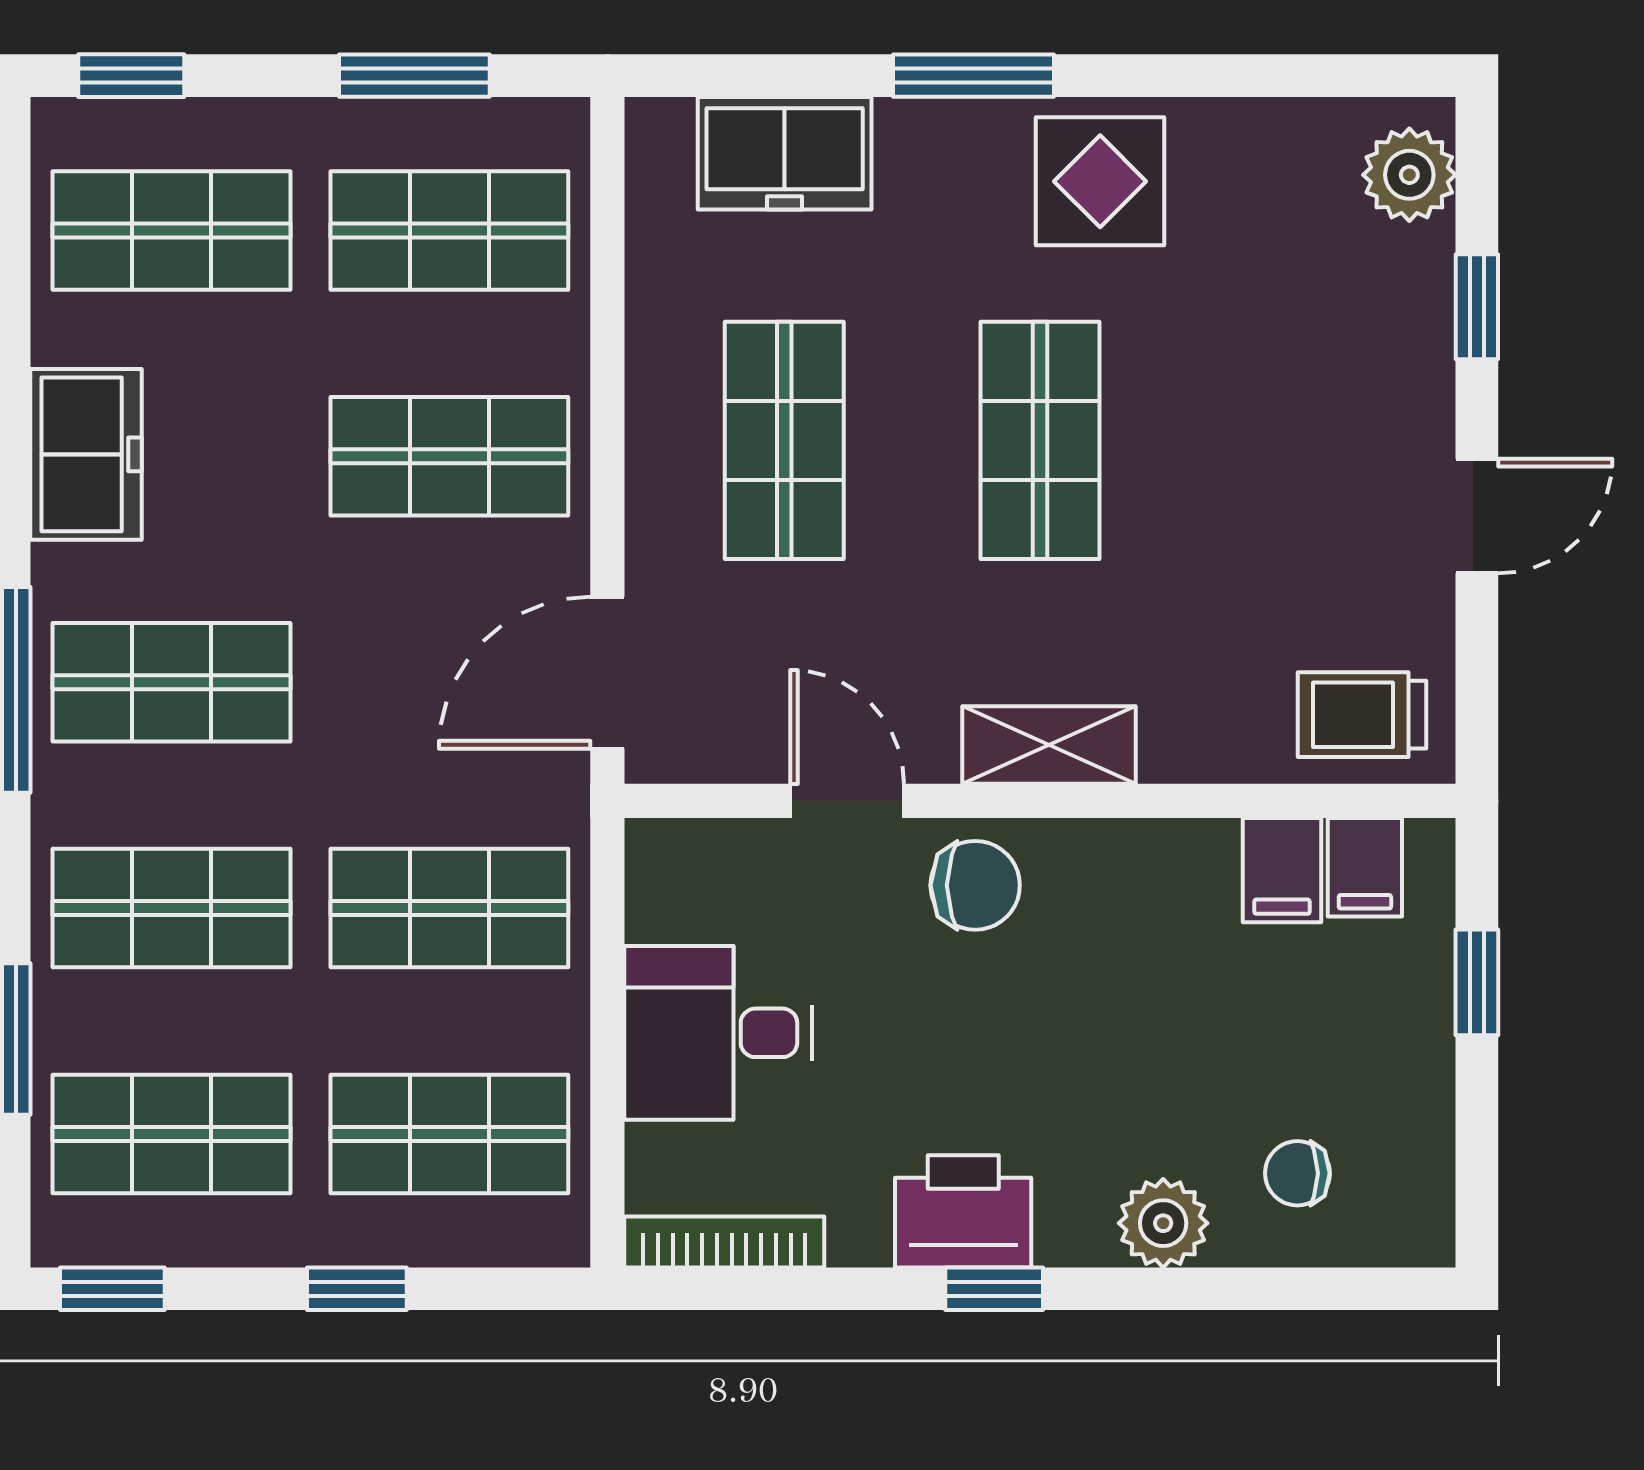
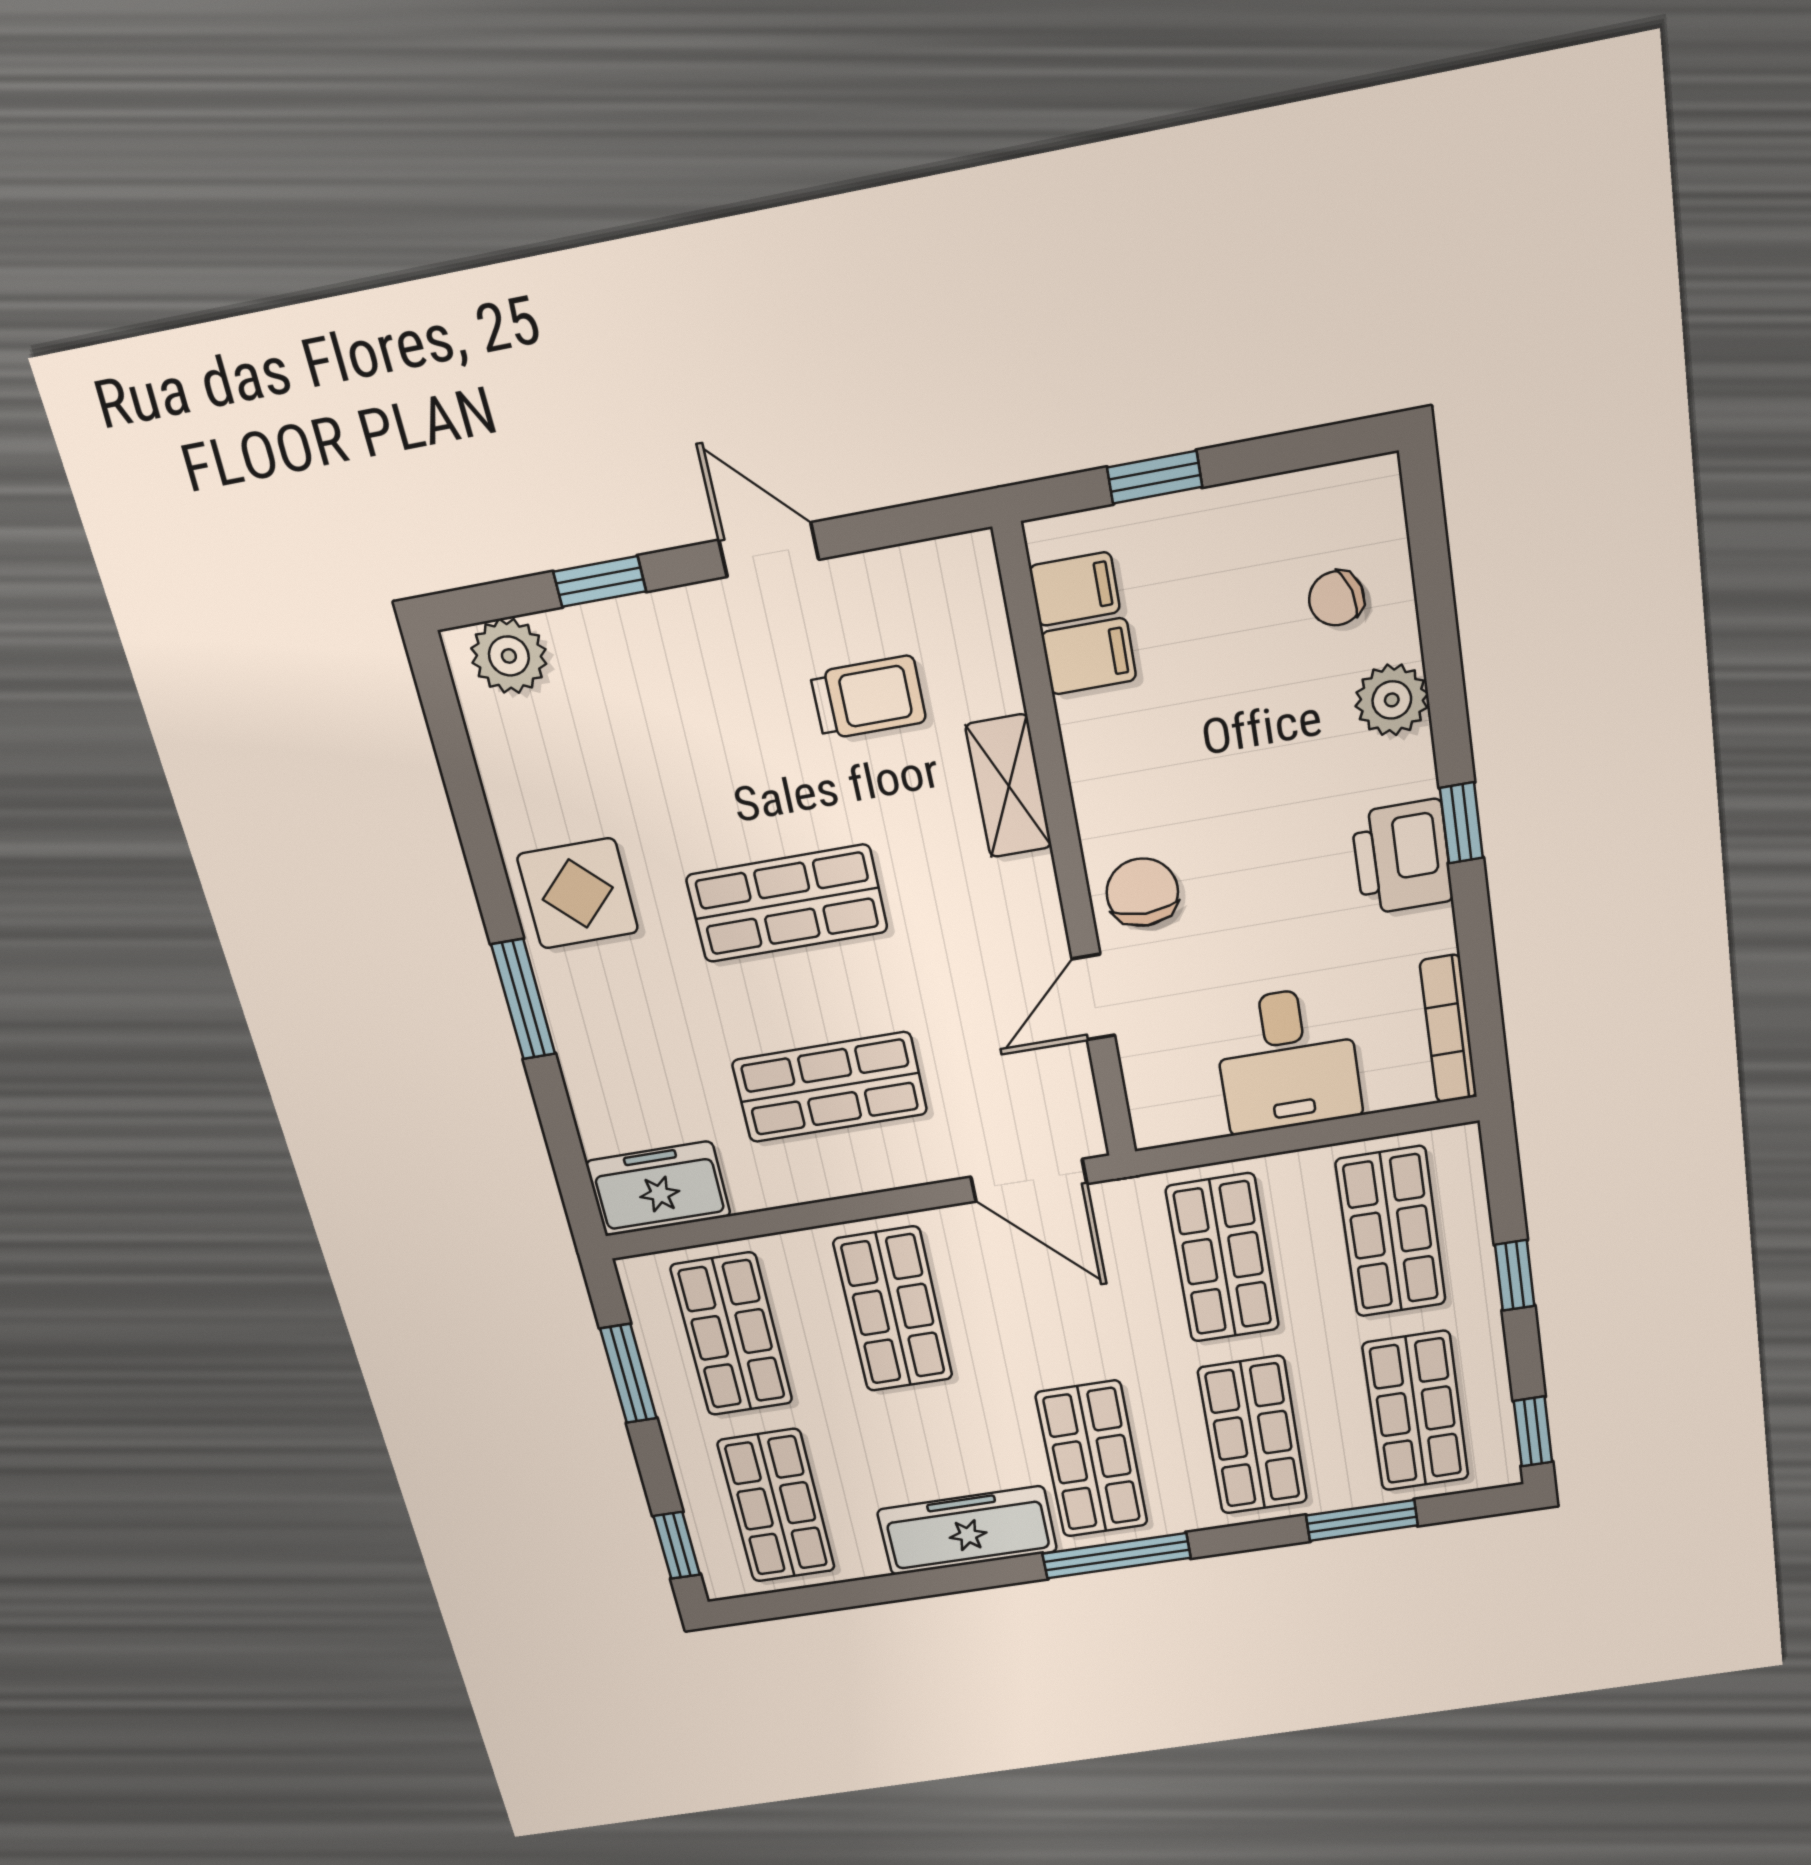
freezer: (785, 153) -> (658, 1189), moved, turned -90
freezer: (86, 454) -> (967, 1531), width x1.40
trolley: (1362, 715) -> (868, 698), moved, turned -90
shelving: (1049, 745) -> (1009, 786), moved
chair: (1297, 1173) -> (1336, 598), turned 74

